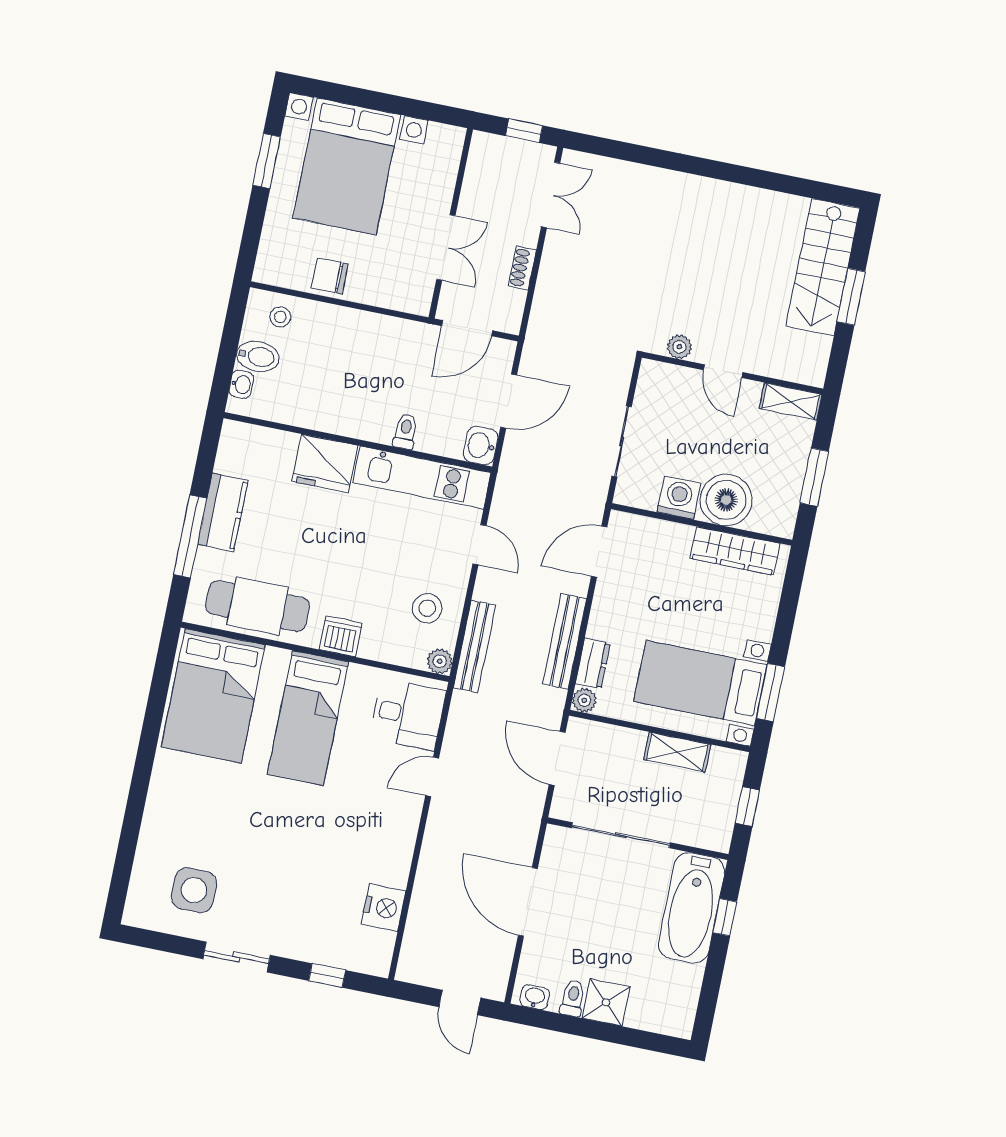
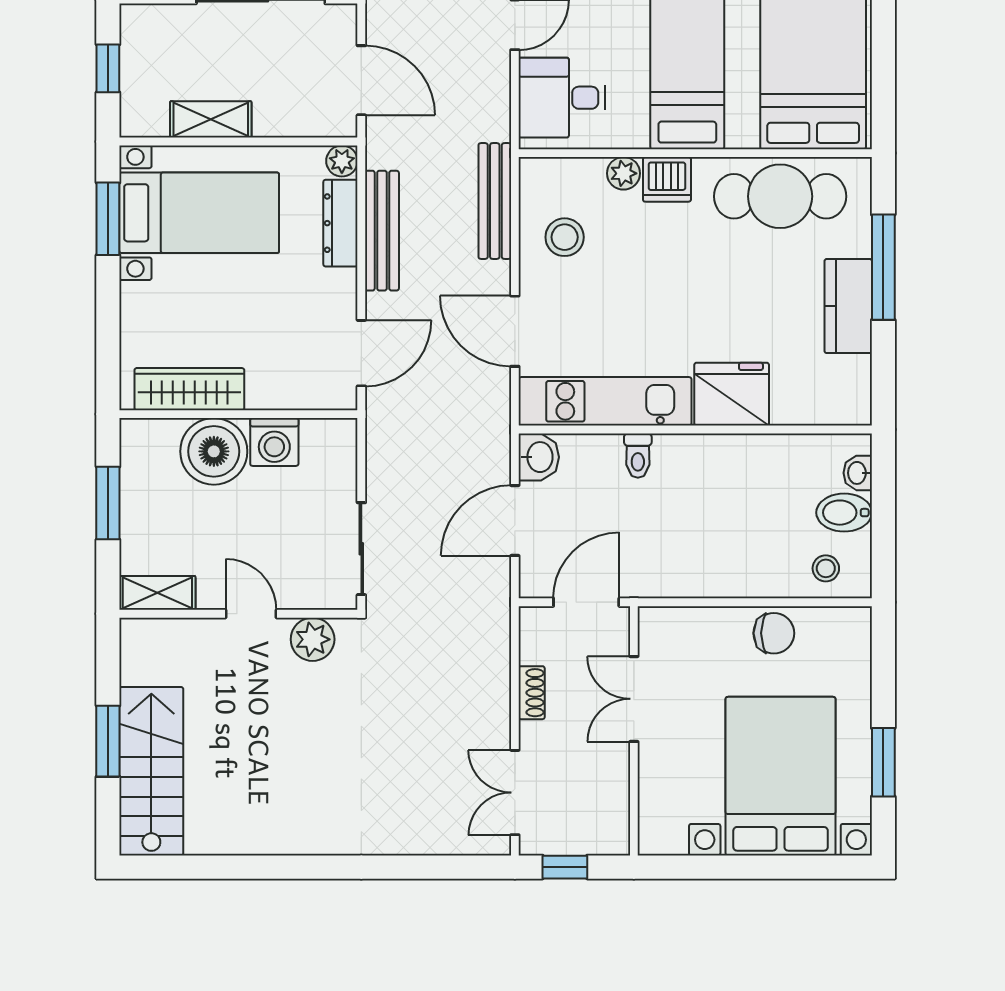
plant: (679, 347) -> (313, 639), width x1.38, depth x1.38
sliding door: (622, 441) -> (361, 549), moved
door: (479, 545) -> (515, 331), width x1.38
plant: (440, 661) -> (624, 173), moved
dresser: (593, 663) -> (340, 223), width x1.44

